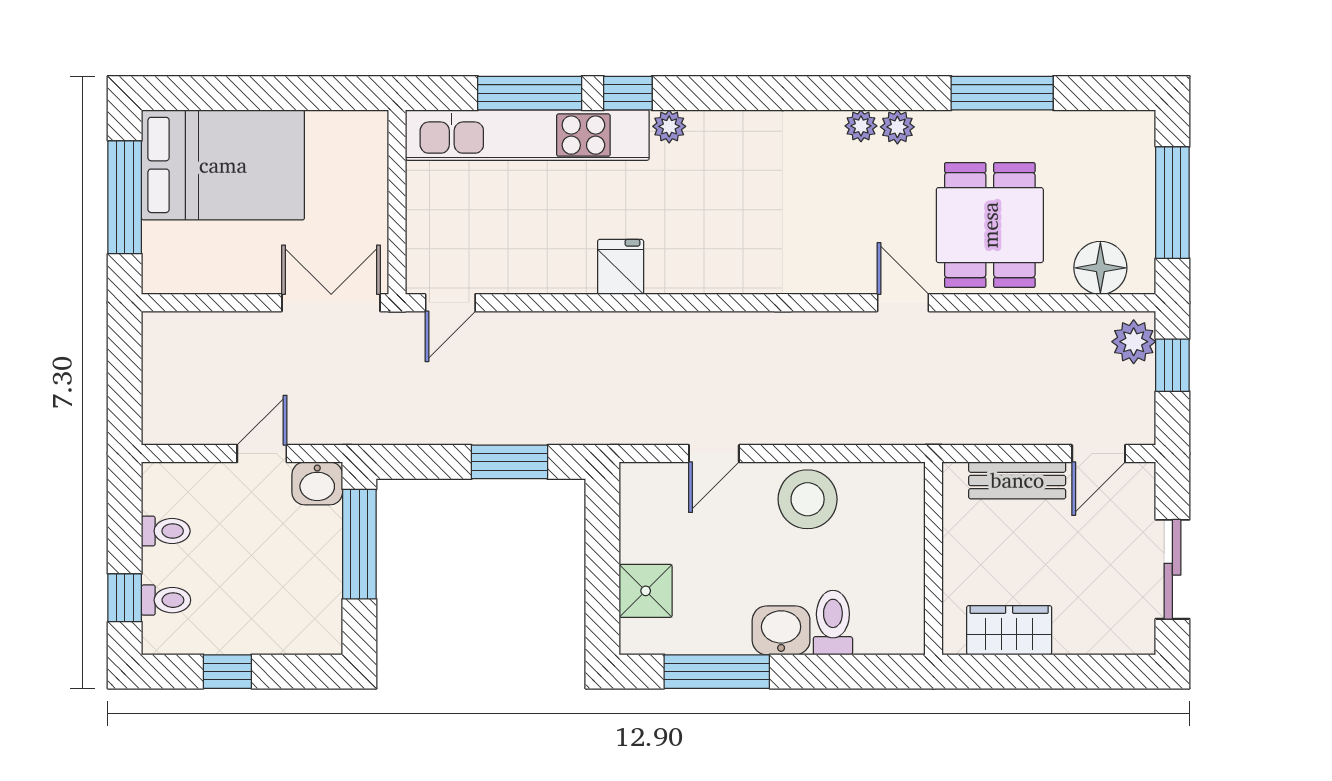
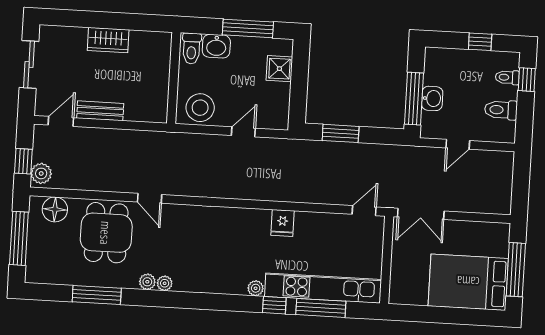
washbasin: (317, 483) -> (432, 98), moved, turned 90
toilet: (166, 531) -> (501, 110), width x1.37, depth x1.39
wall: (934, 558) -> (174, 78), moved

